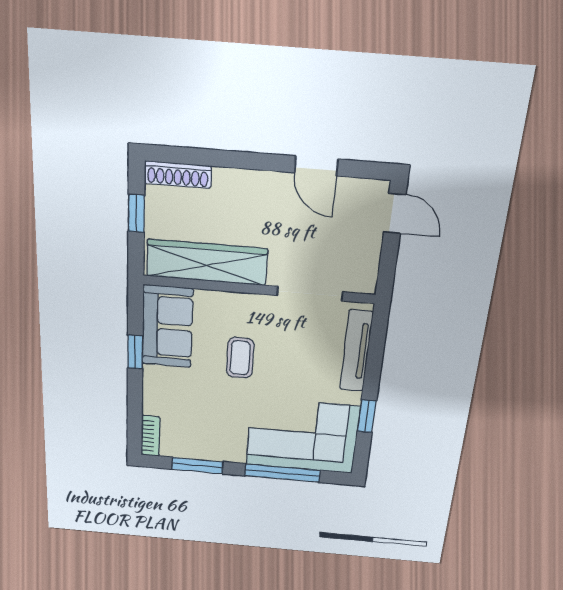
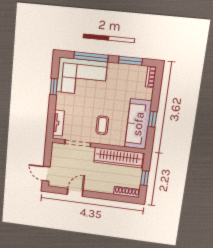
door: (316, 166) -> (75, 192), hinge flipped
sofa: (167, 327) -> (138, 124), width x1.36
tv unit: (356, 351) -> (58, 123), width x0.71
coffee table: (240, 358) -> (102, 125), moved

